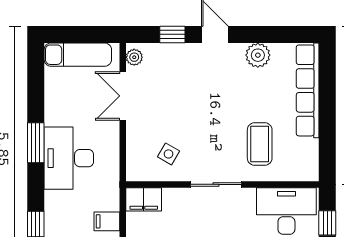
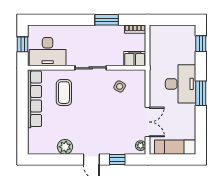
row of seats: (308, 90) -> (35, 99), moved
filing cabinet: (107, 221) -> (157, 45), removed

